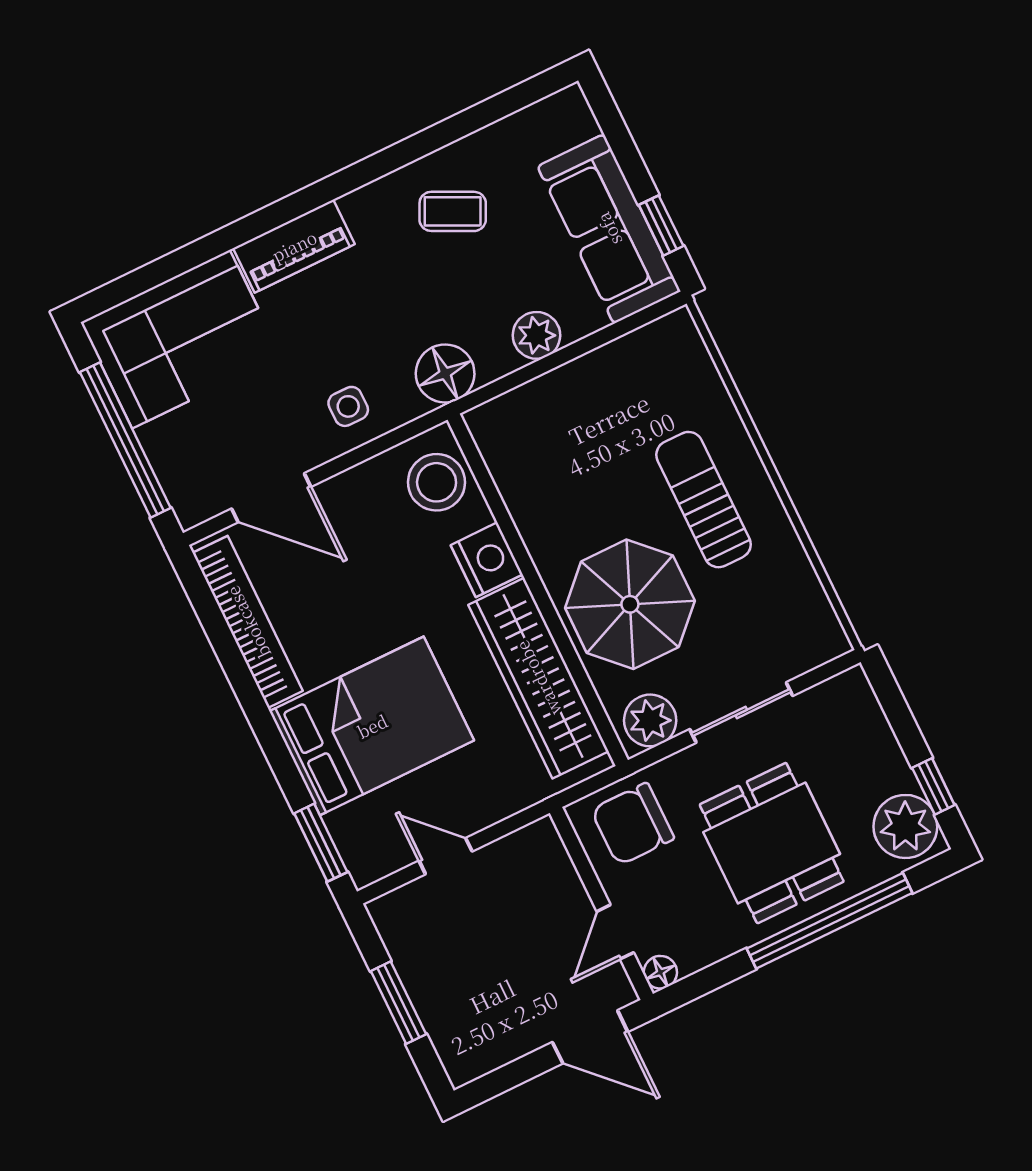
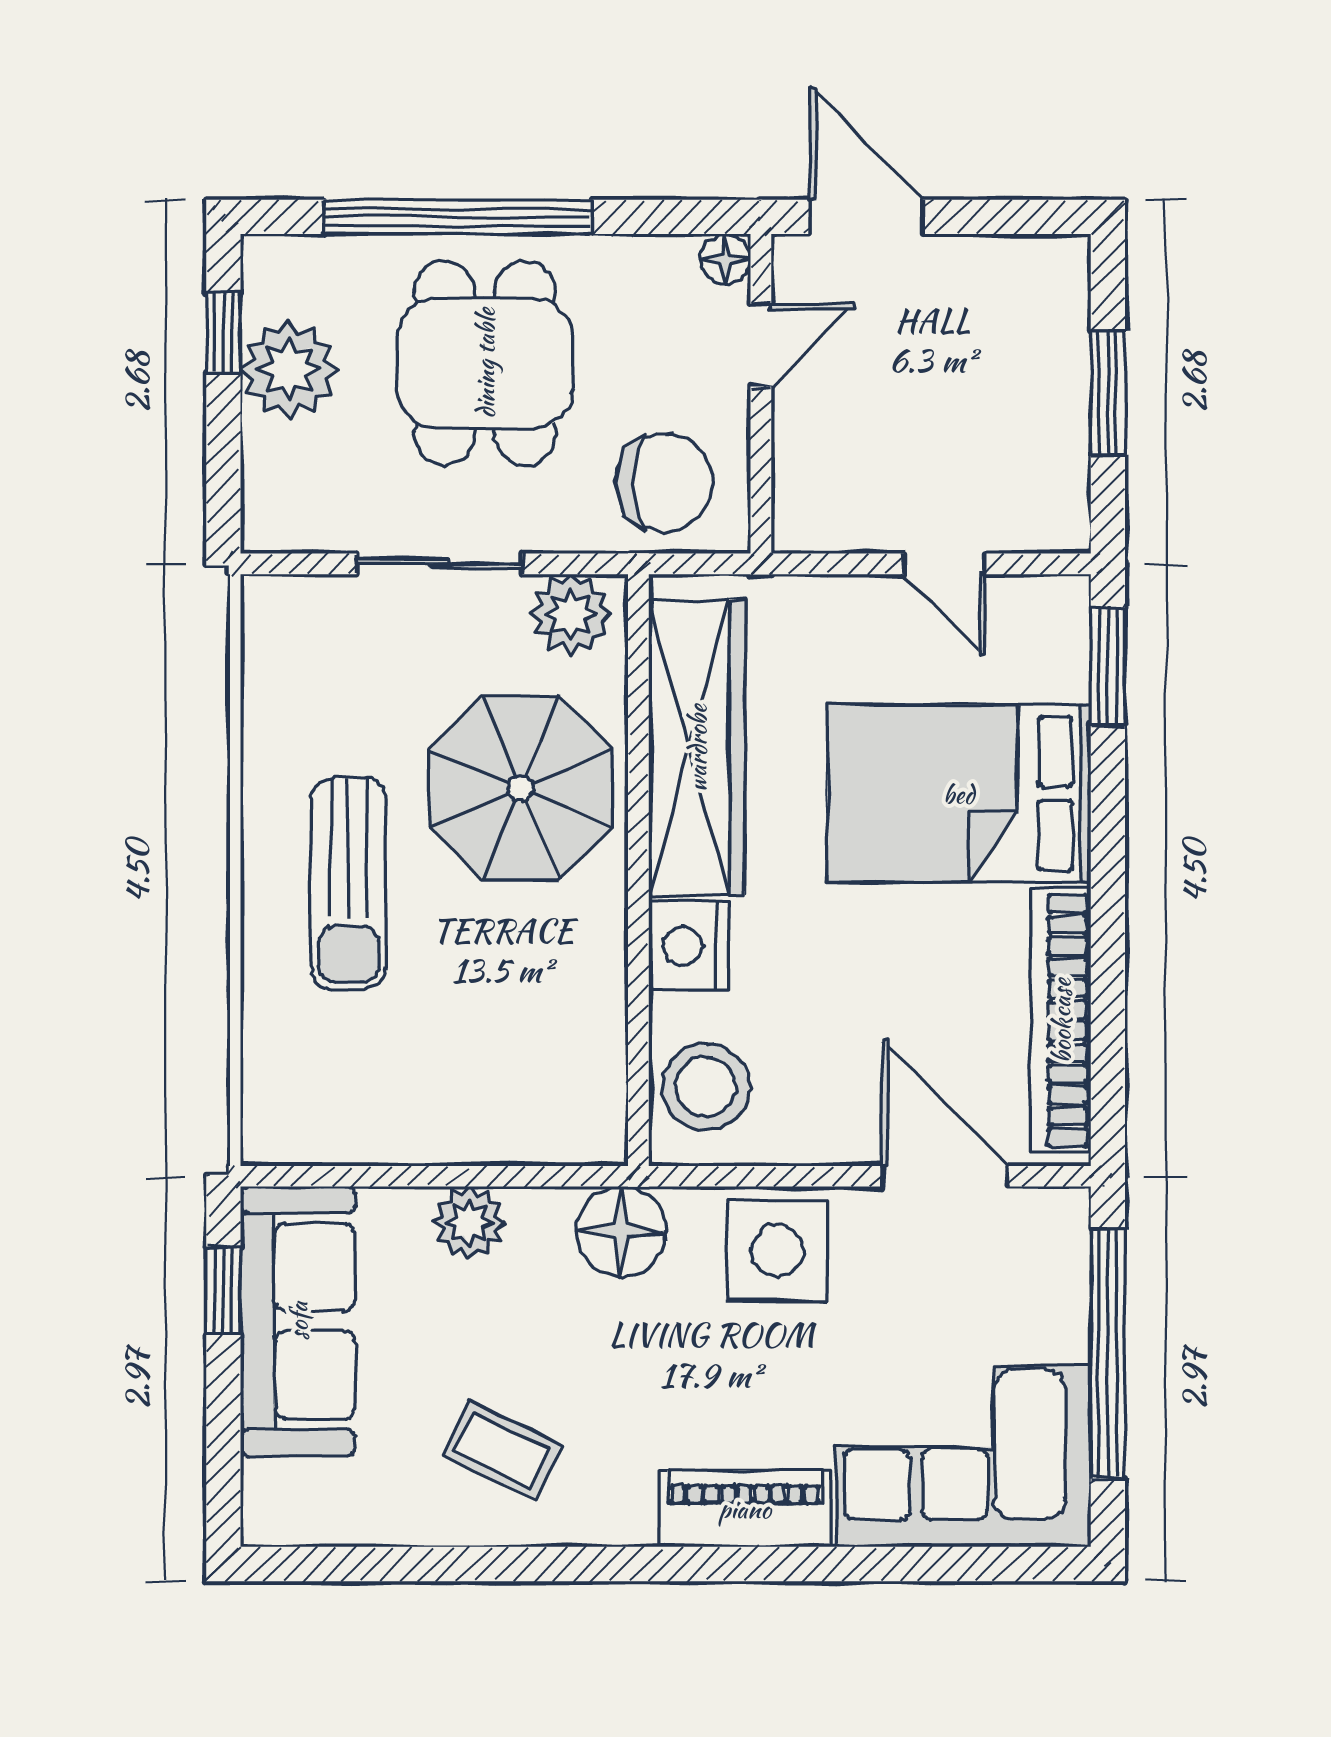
side table: (348, 406) -> (777, 1251), width x1.87, depth x1.87
plant: (905, 826) -> (289, 369), moved

